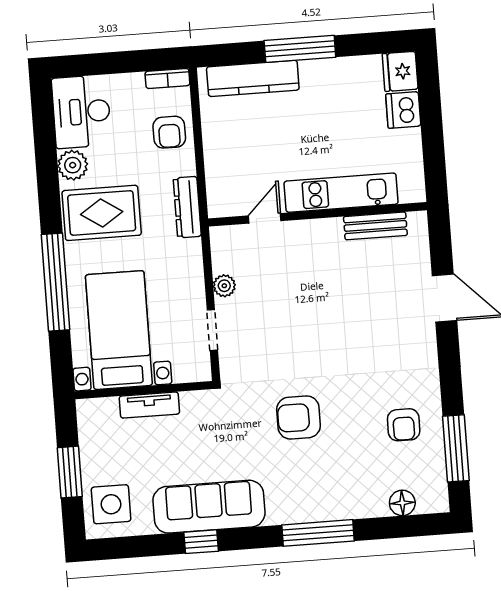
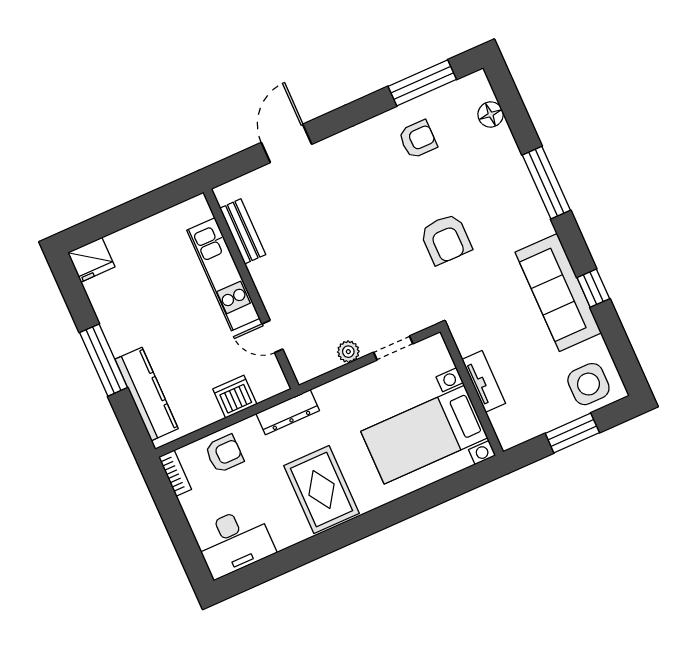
dishwasher: (403, 110) -> (235, 397), moved, turned 180
plant: (73, 165) -> (287, 532), removed
window: (56, 282) -> (401, 509), removed

